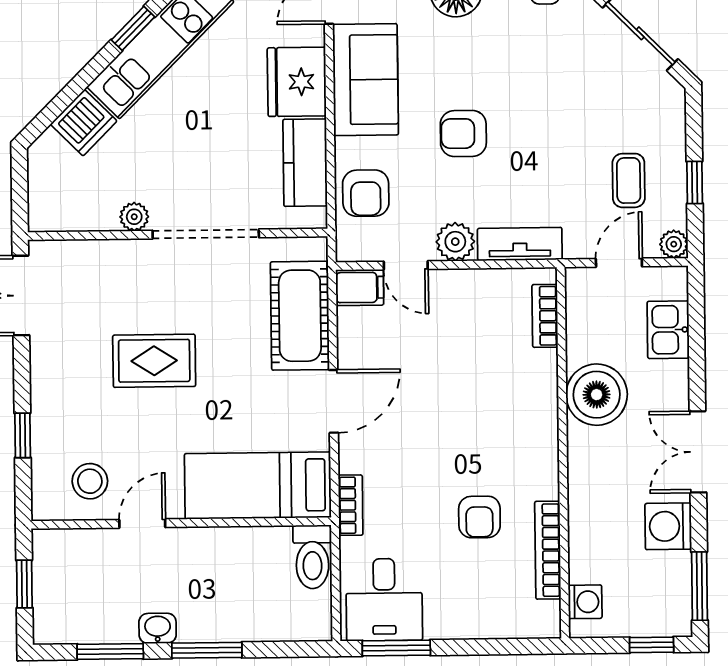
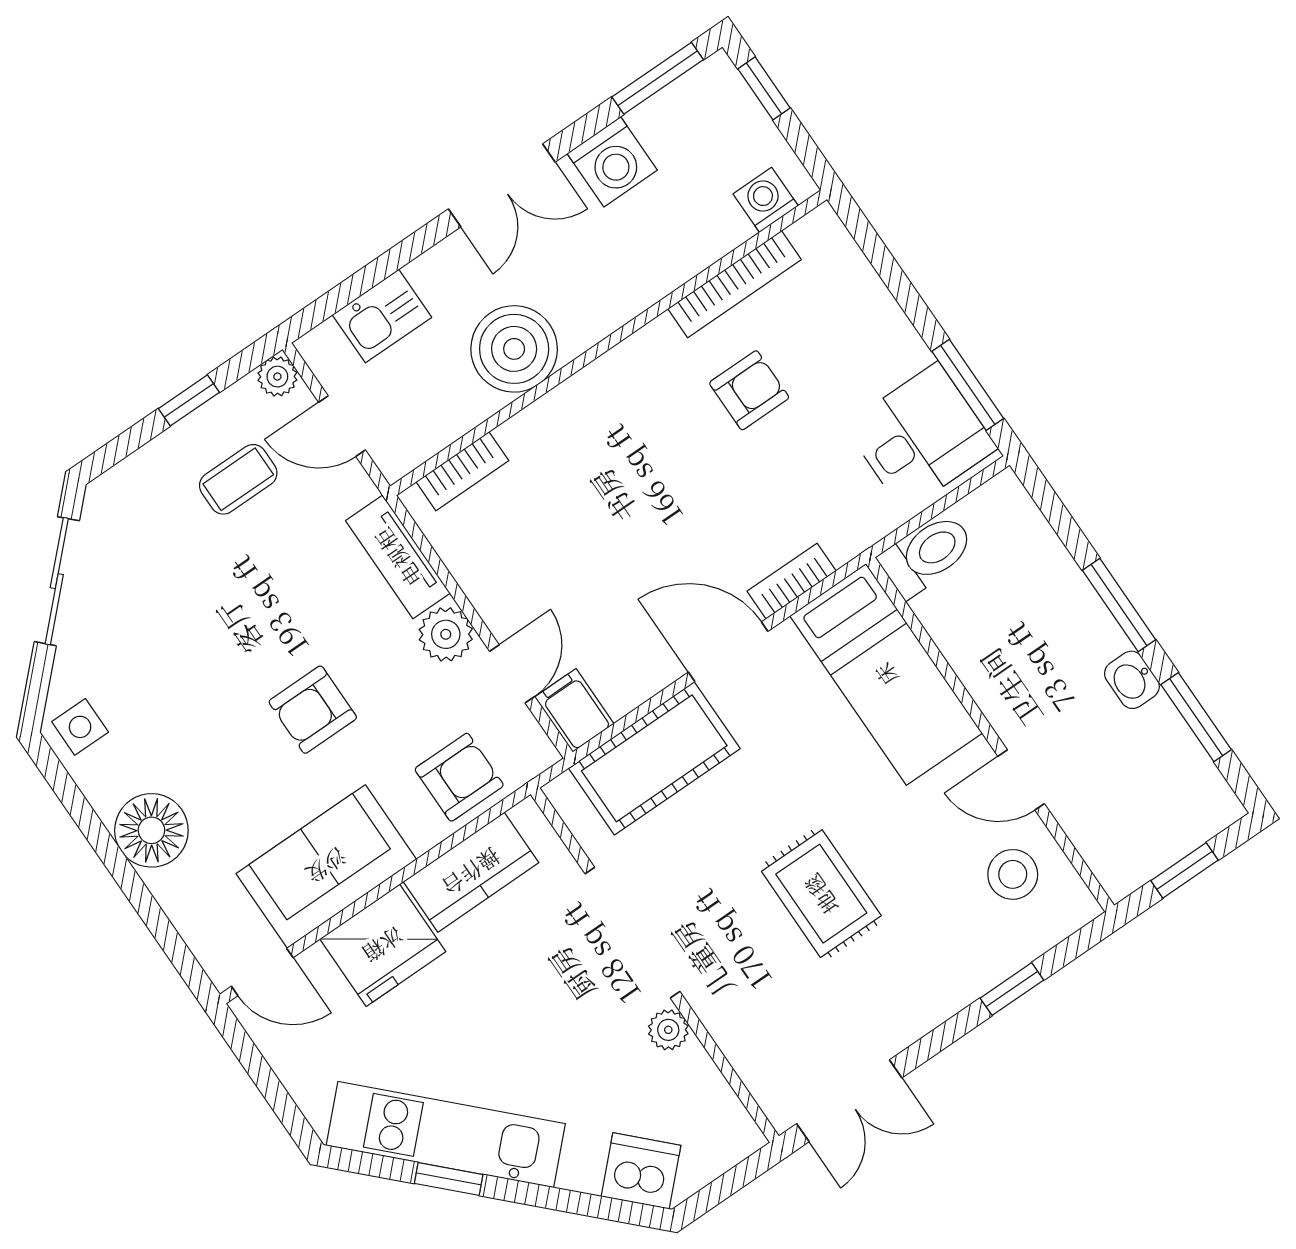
dishwasher: (84, 123) -> (641, 1171), moved
armchair: (463, 134) -> (313, 710), turned 90
bookcase: (351, 505) -> (792, 581), moved

